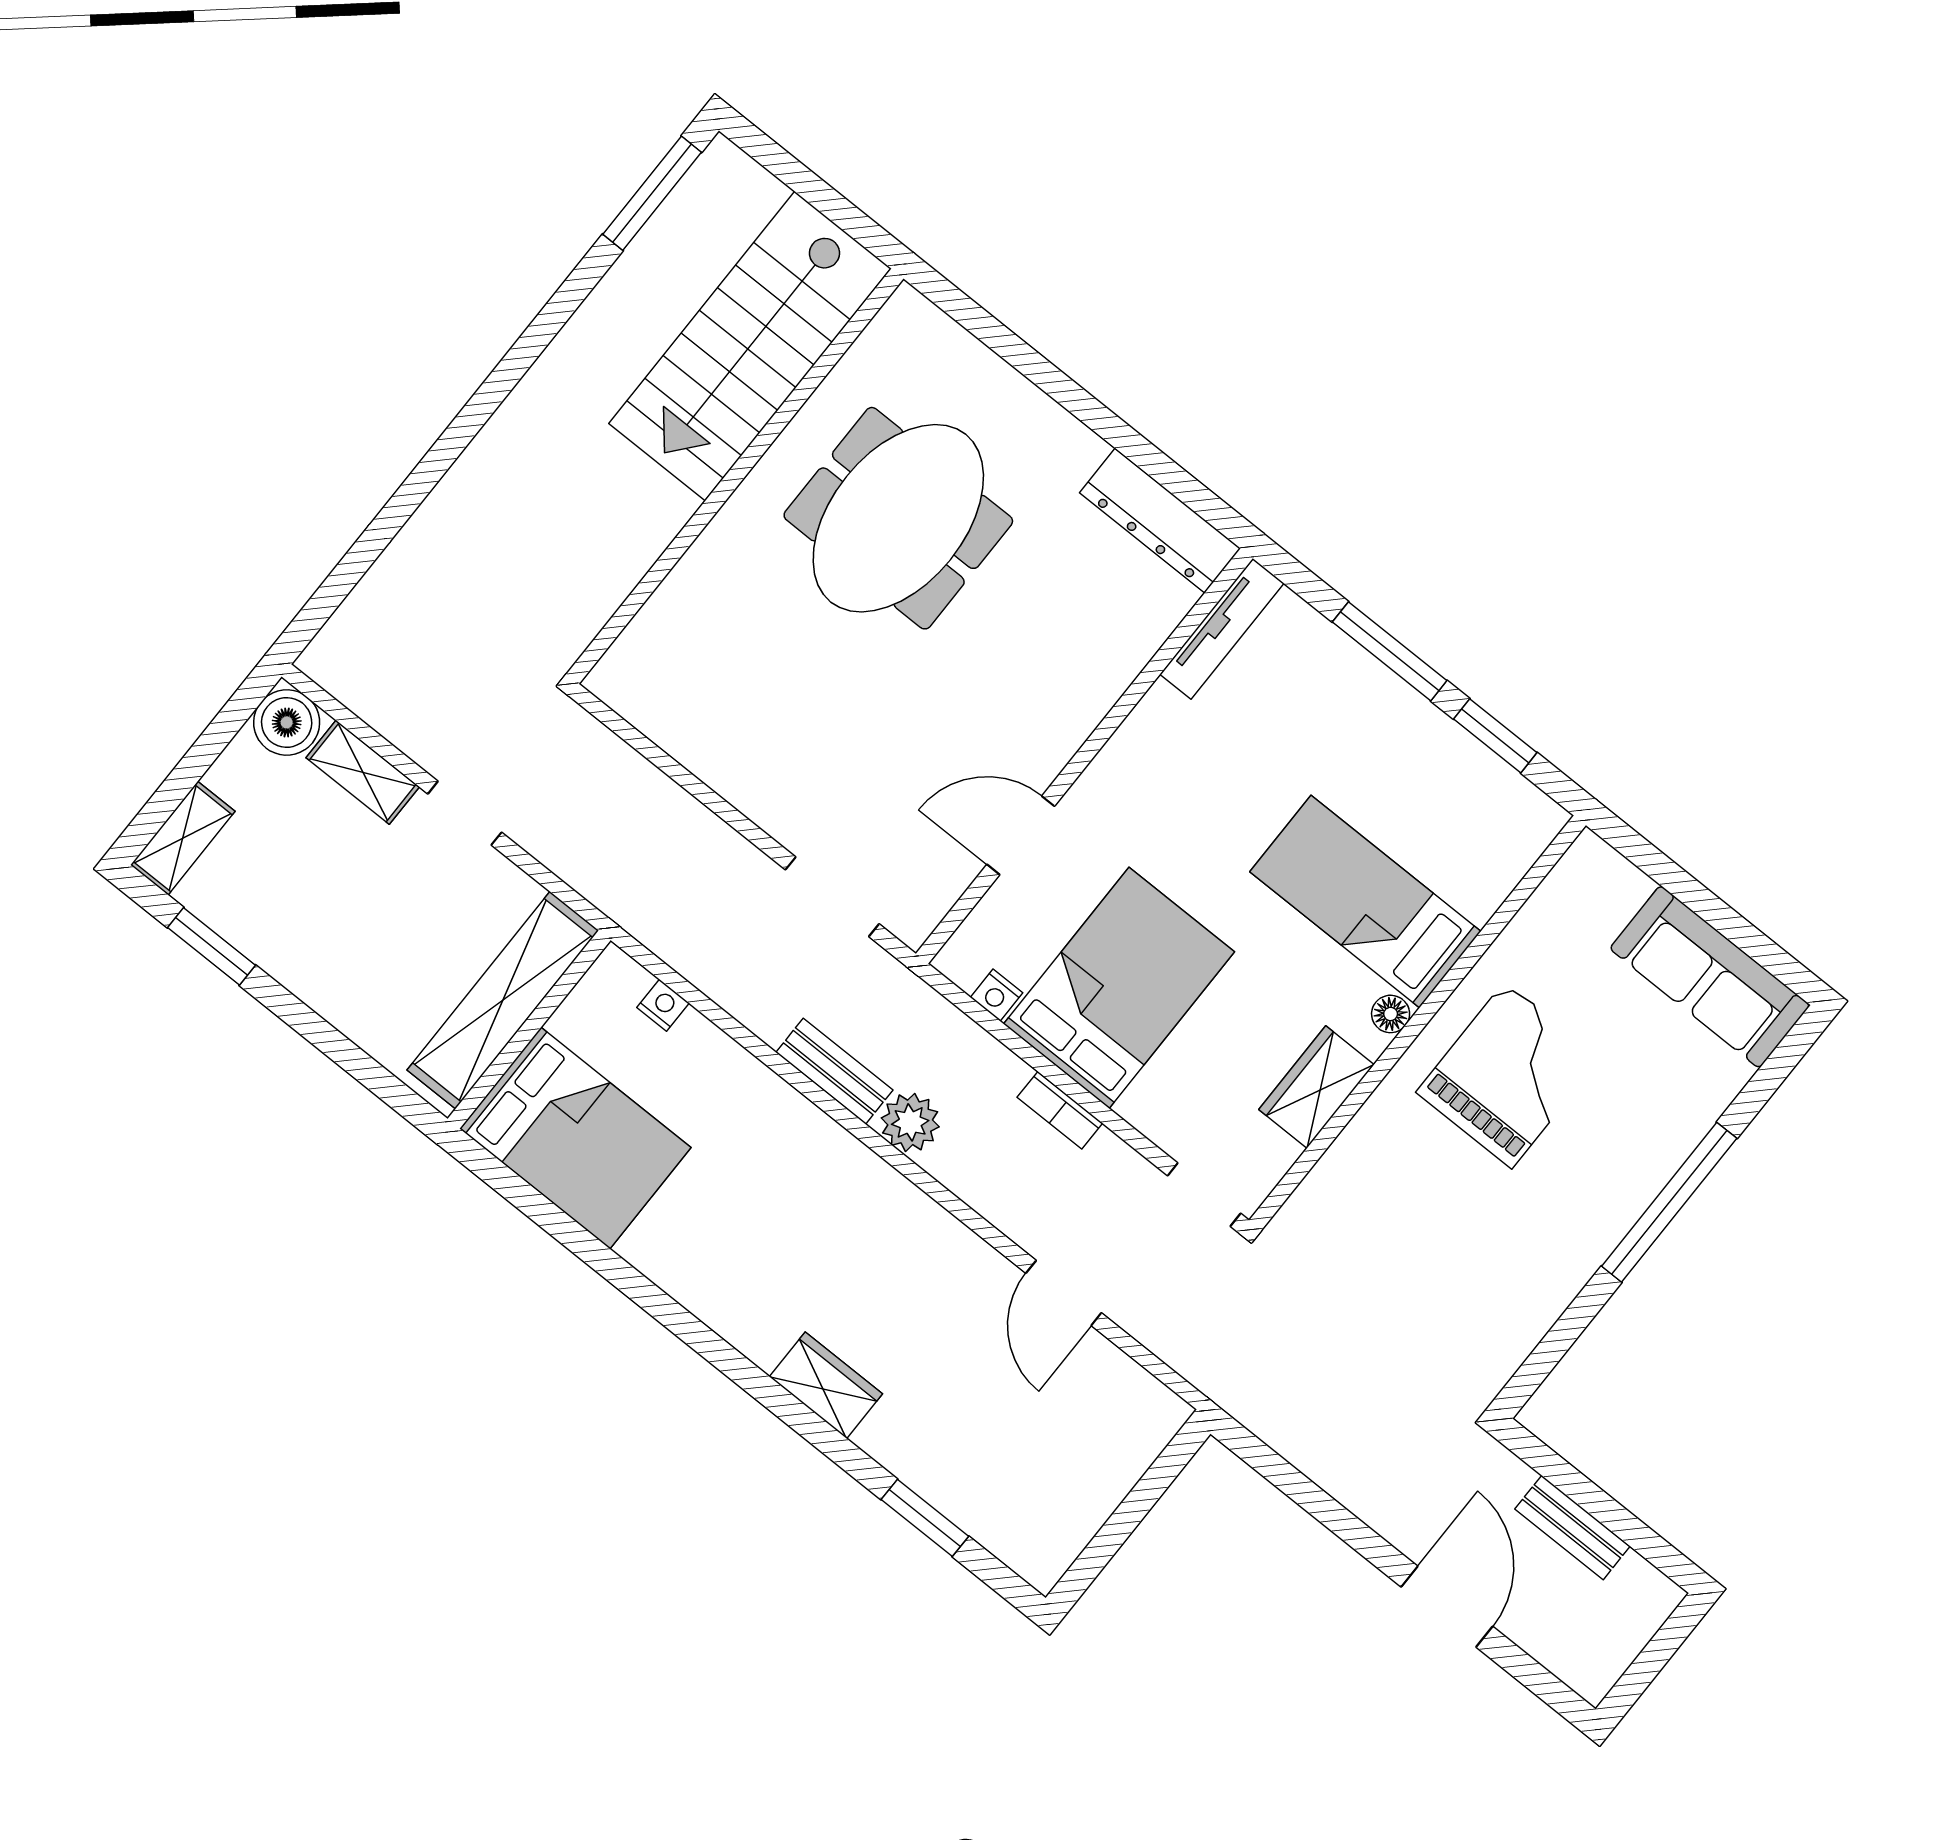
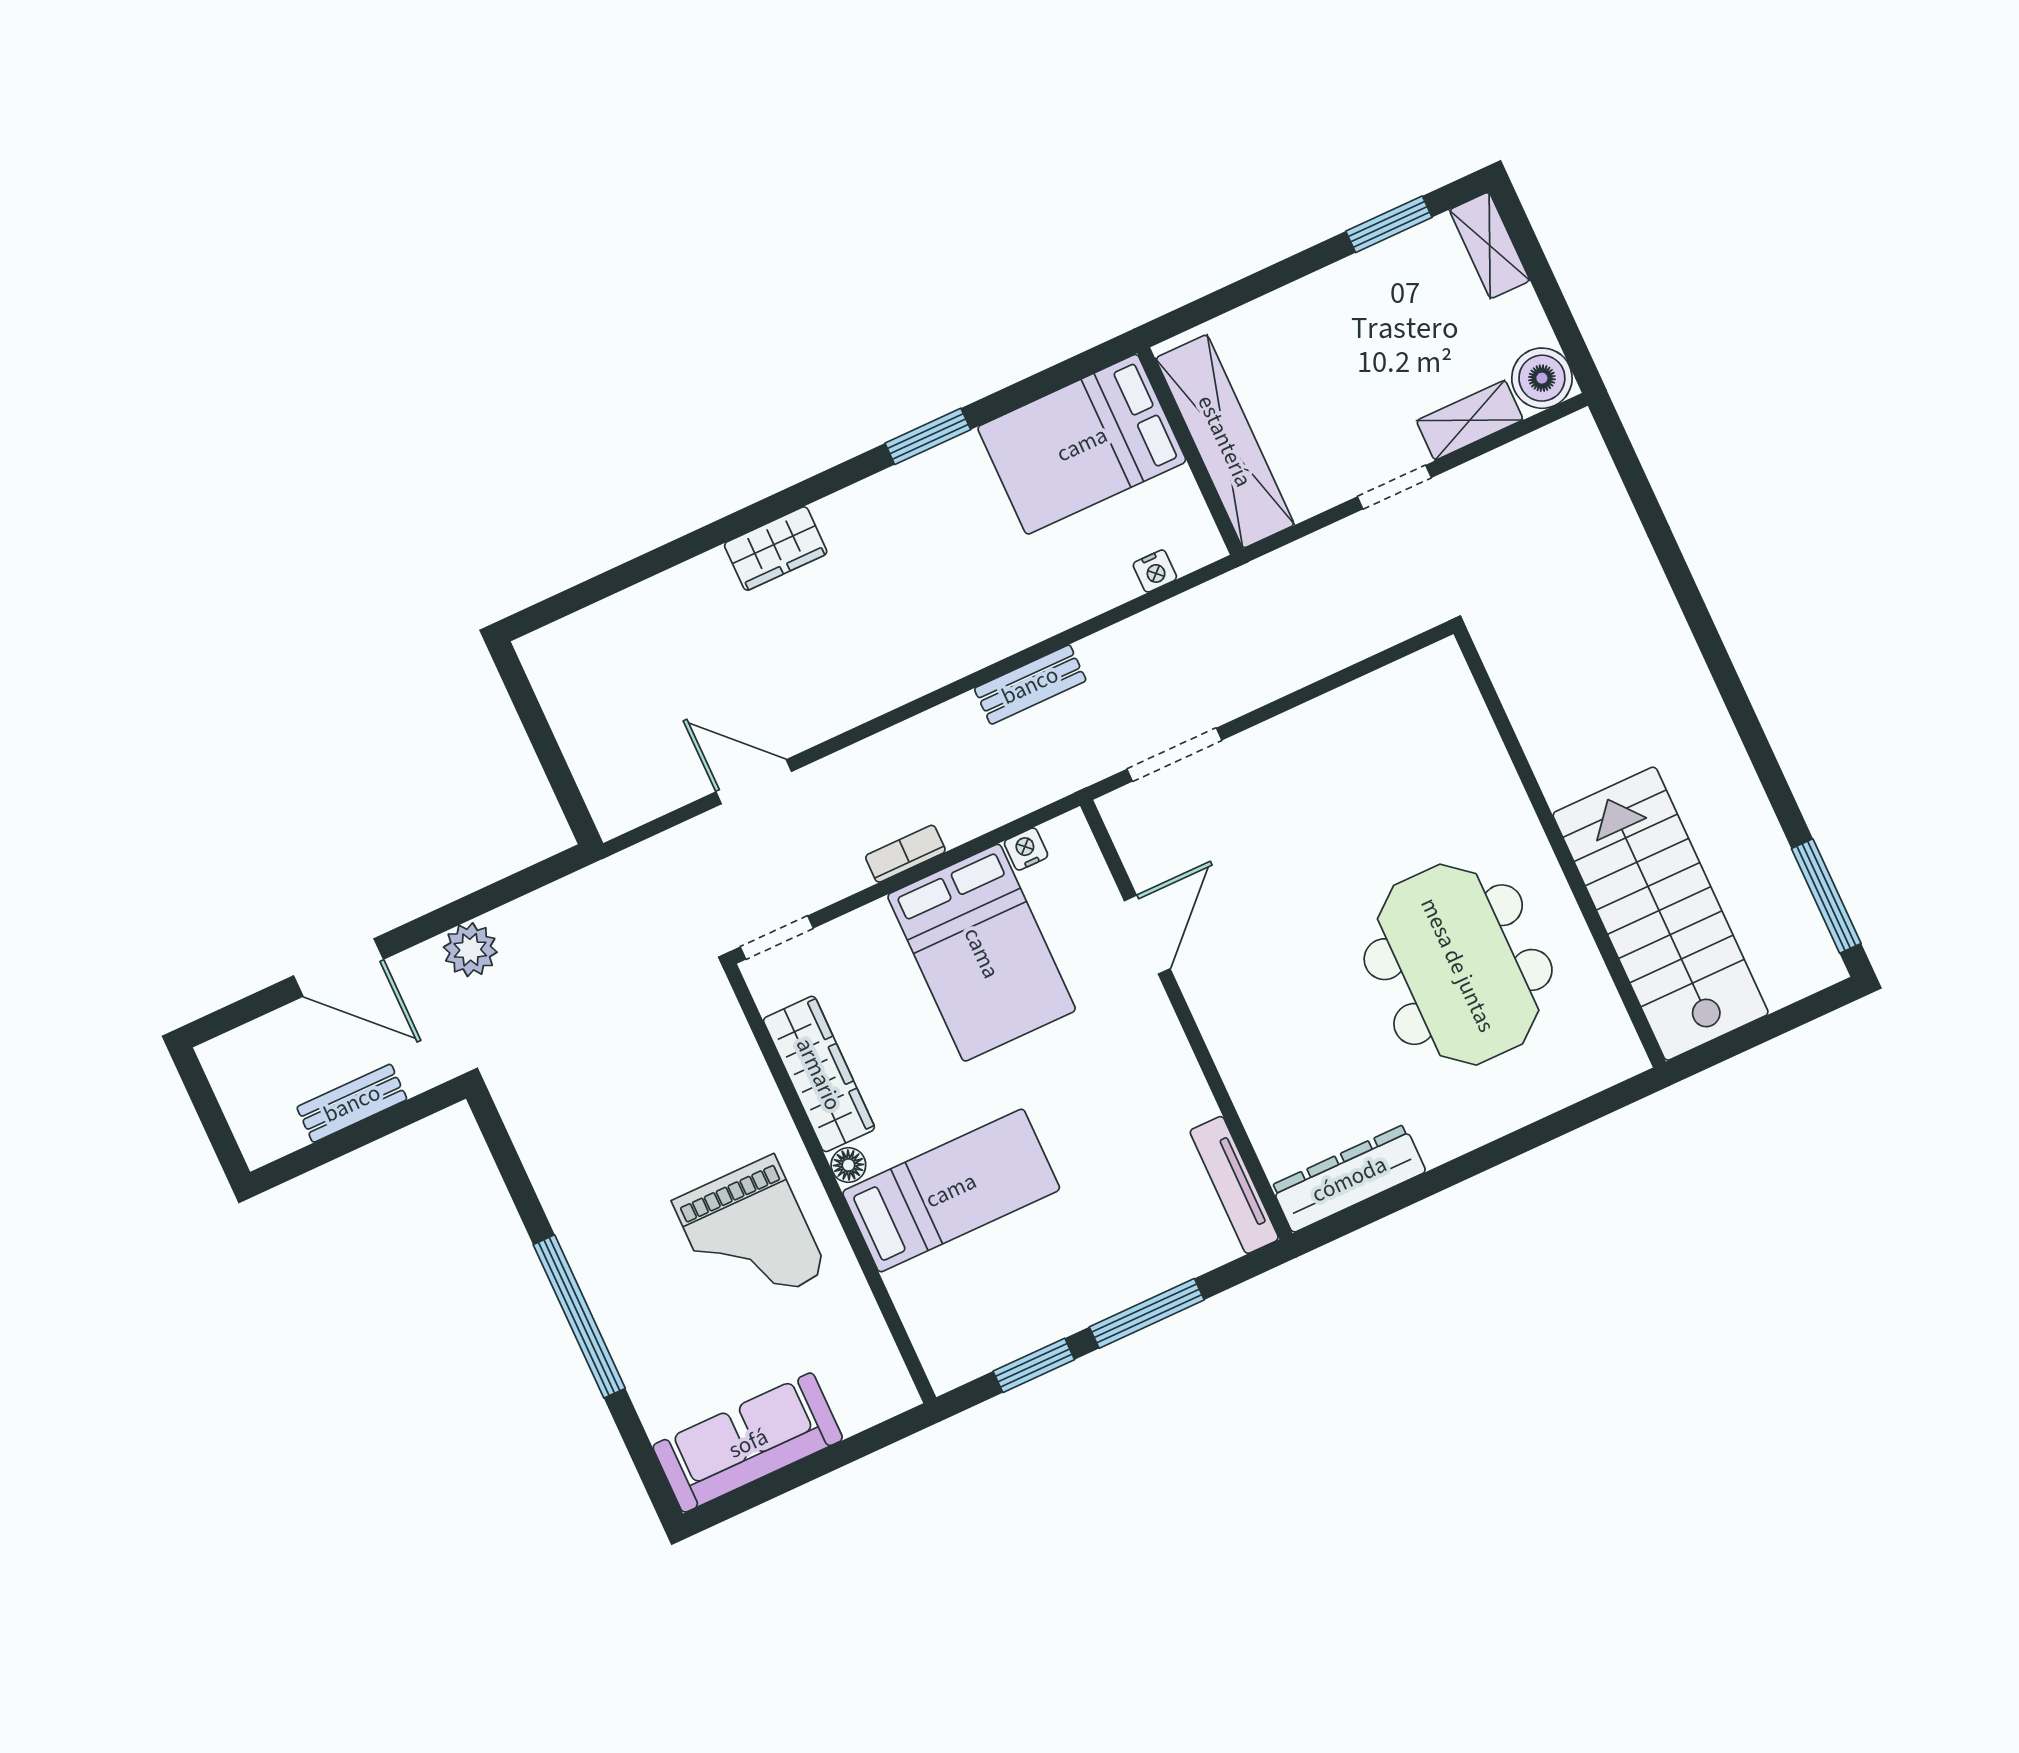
wardrobe: (1316, 1087) -> (819, 1074), width x1.50
plant: (910, 1122) -> (470, 950), moved
window: (925, 1518) -> (928, 436), moved

